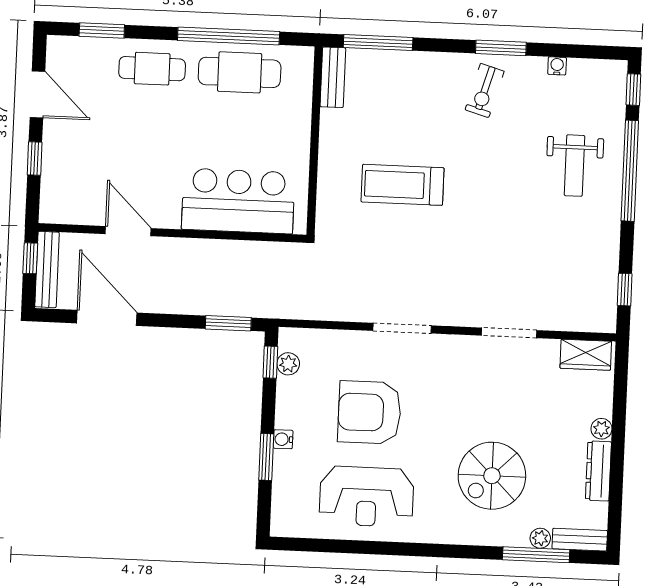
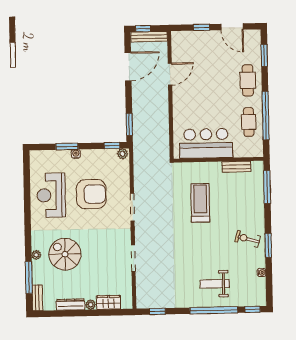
cafe table: (240, 72) -> (249, 122), width x0.73, depth x0.74
bench: (333, 77) -> (236, 167), moved
door: (37, 94) -> (232, 27), hinge flipped
bar counter: (238, 201) -> (206, 143), moved, turned -90
window: (30, 258) -> (143, 29), moved
wardrobe: (586, 355) -> (109, 302), moved, turned 90
plant: (288, 364) -> (123, 154), moved
armchair: (369, 412) -> (91, 194), turned 90
plant: (540, 538) -> (36, 255), moved

